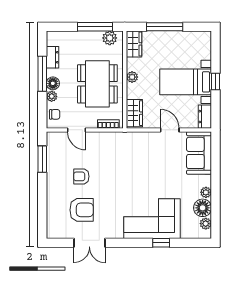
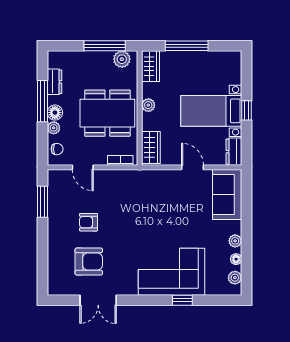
dining table: (97, 84) -> (107, 113), turned 90
floor lamp: (203, 208) -> (236, 259), width x0.53, depth x0.53

